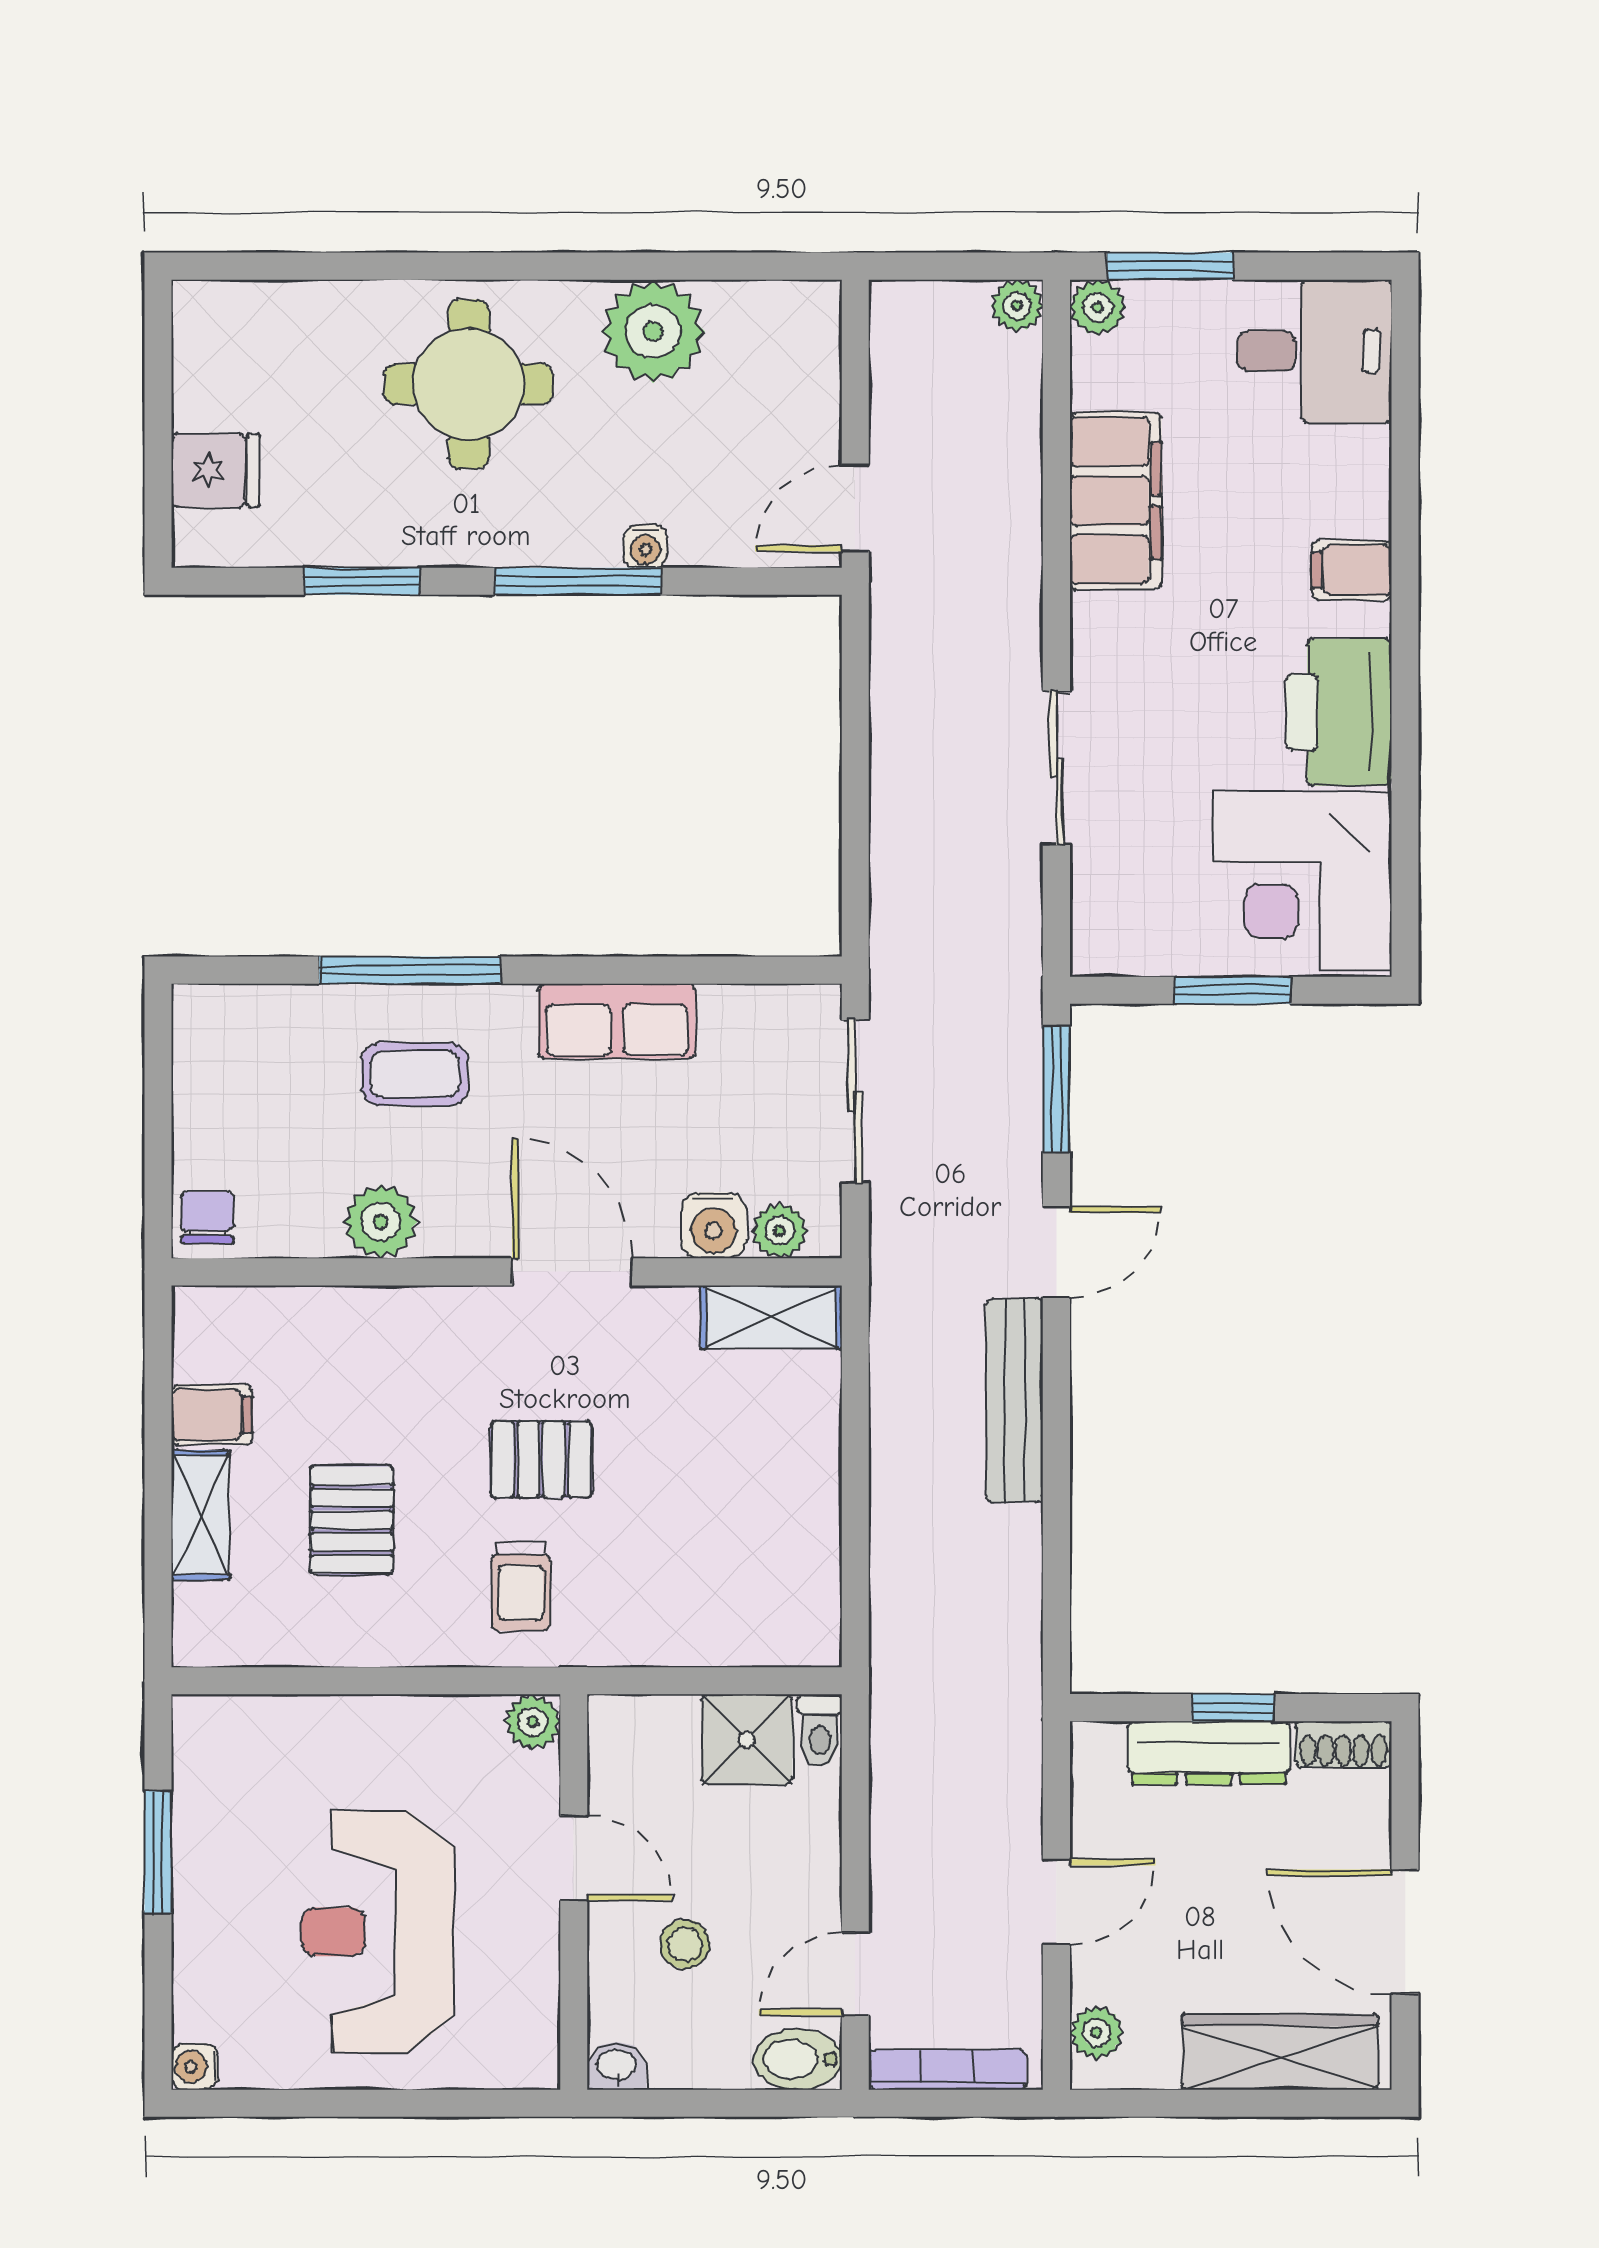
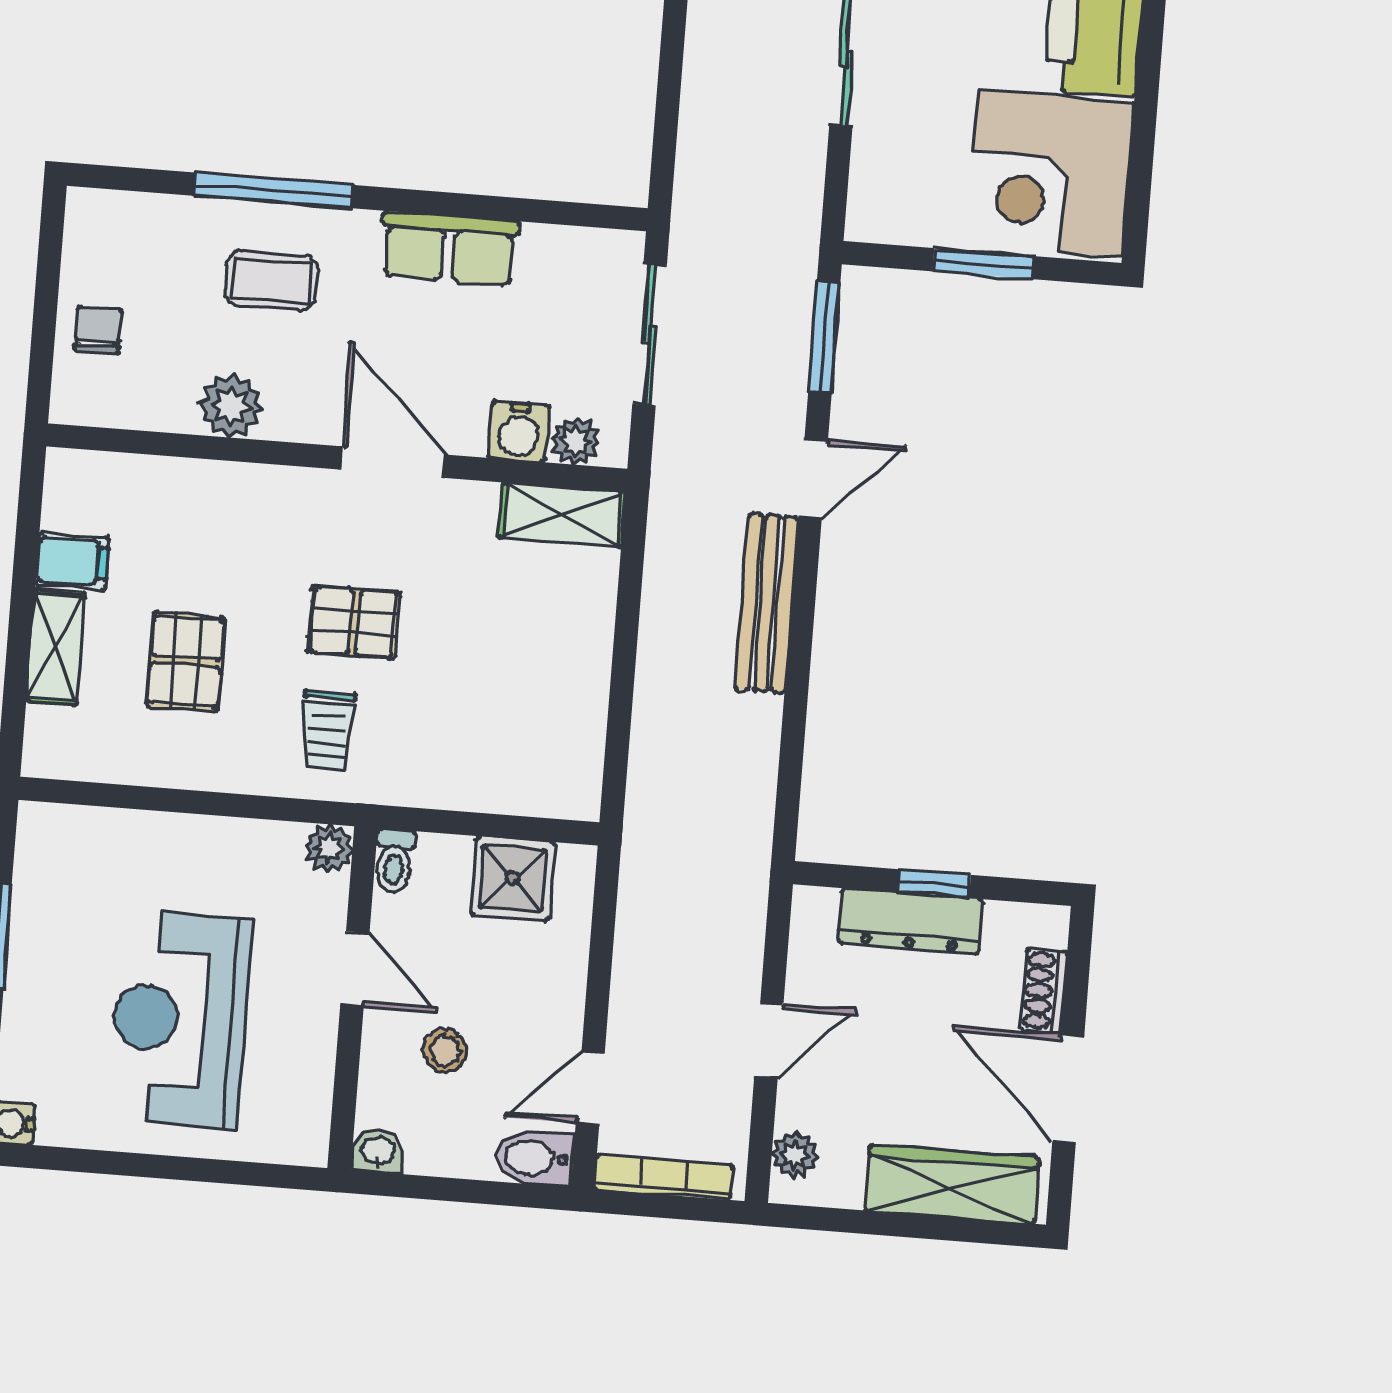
chair: (207, 1218) -> (98, 330), moved
toilet: (820, 1730) -> (394, 861), moved
shoe rack: (1343, 1744) -> (1044, 991), moved, turned 90

